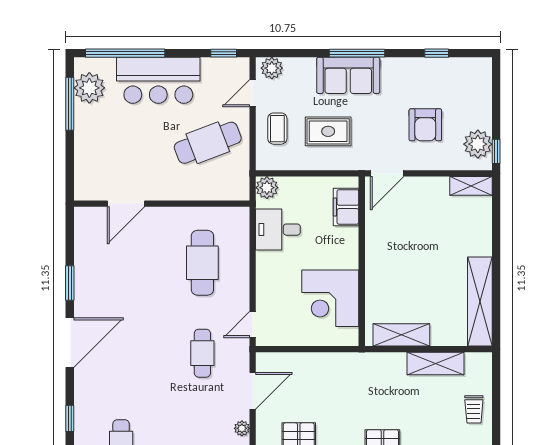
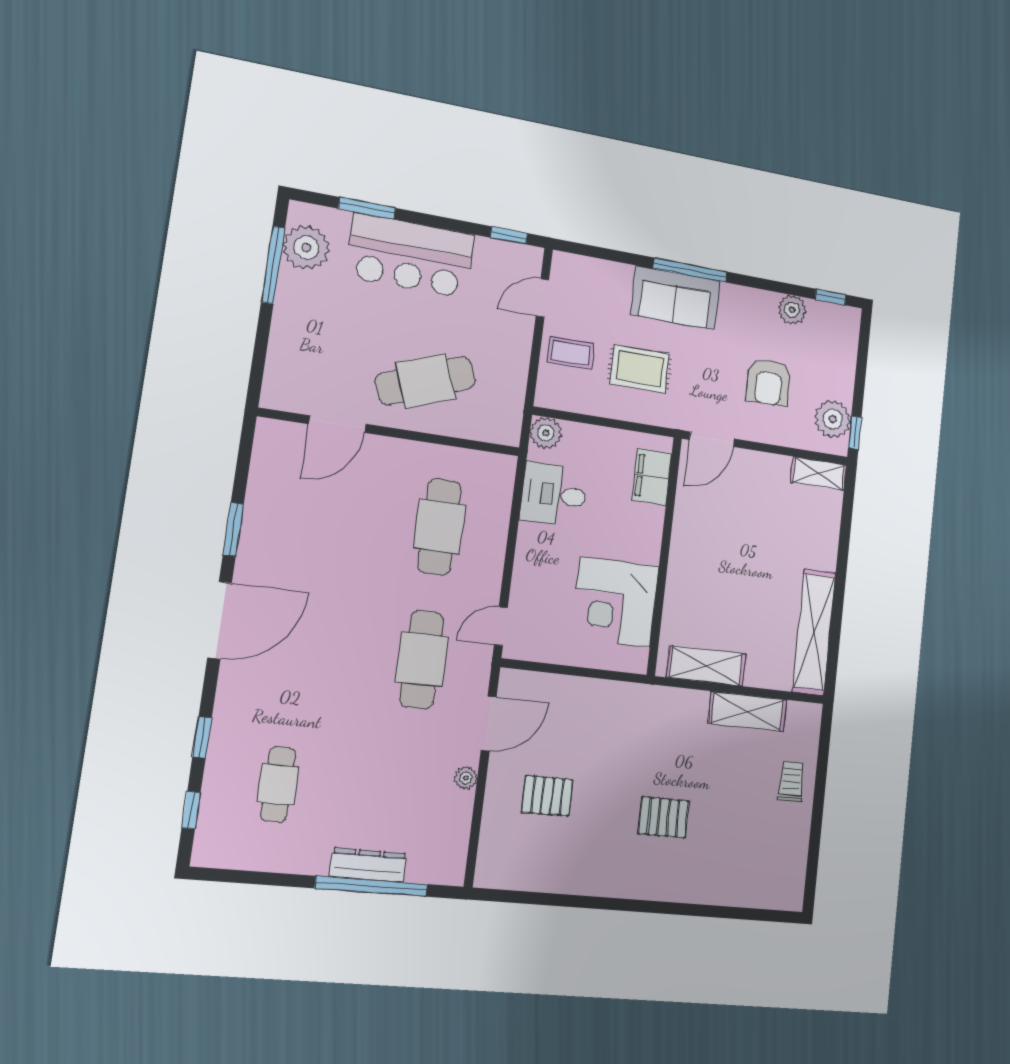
window: (125, 53) -> (367, 208), width x0.47
window: (437, 53) -> (831, 297), moved
plant: (272, 68) -> (792, 310), moved
coffee table: (277, 129) -> (571, 353), turned 90
cafe table: (208, 143) -> (426, 381), moved
cafe table: (202, 353) -> (422, 660), width x1.37, depth x1.35
trolley: (474, 409) -> (791, 781), turned 180

